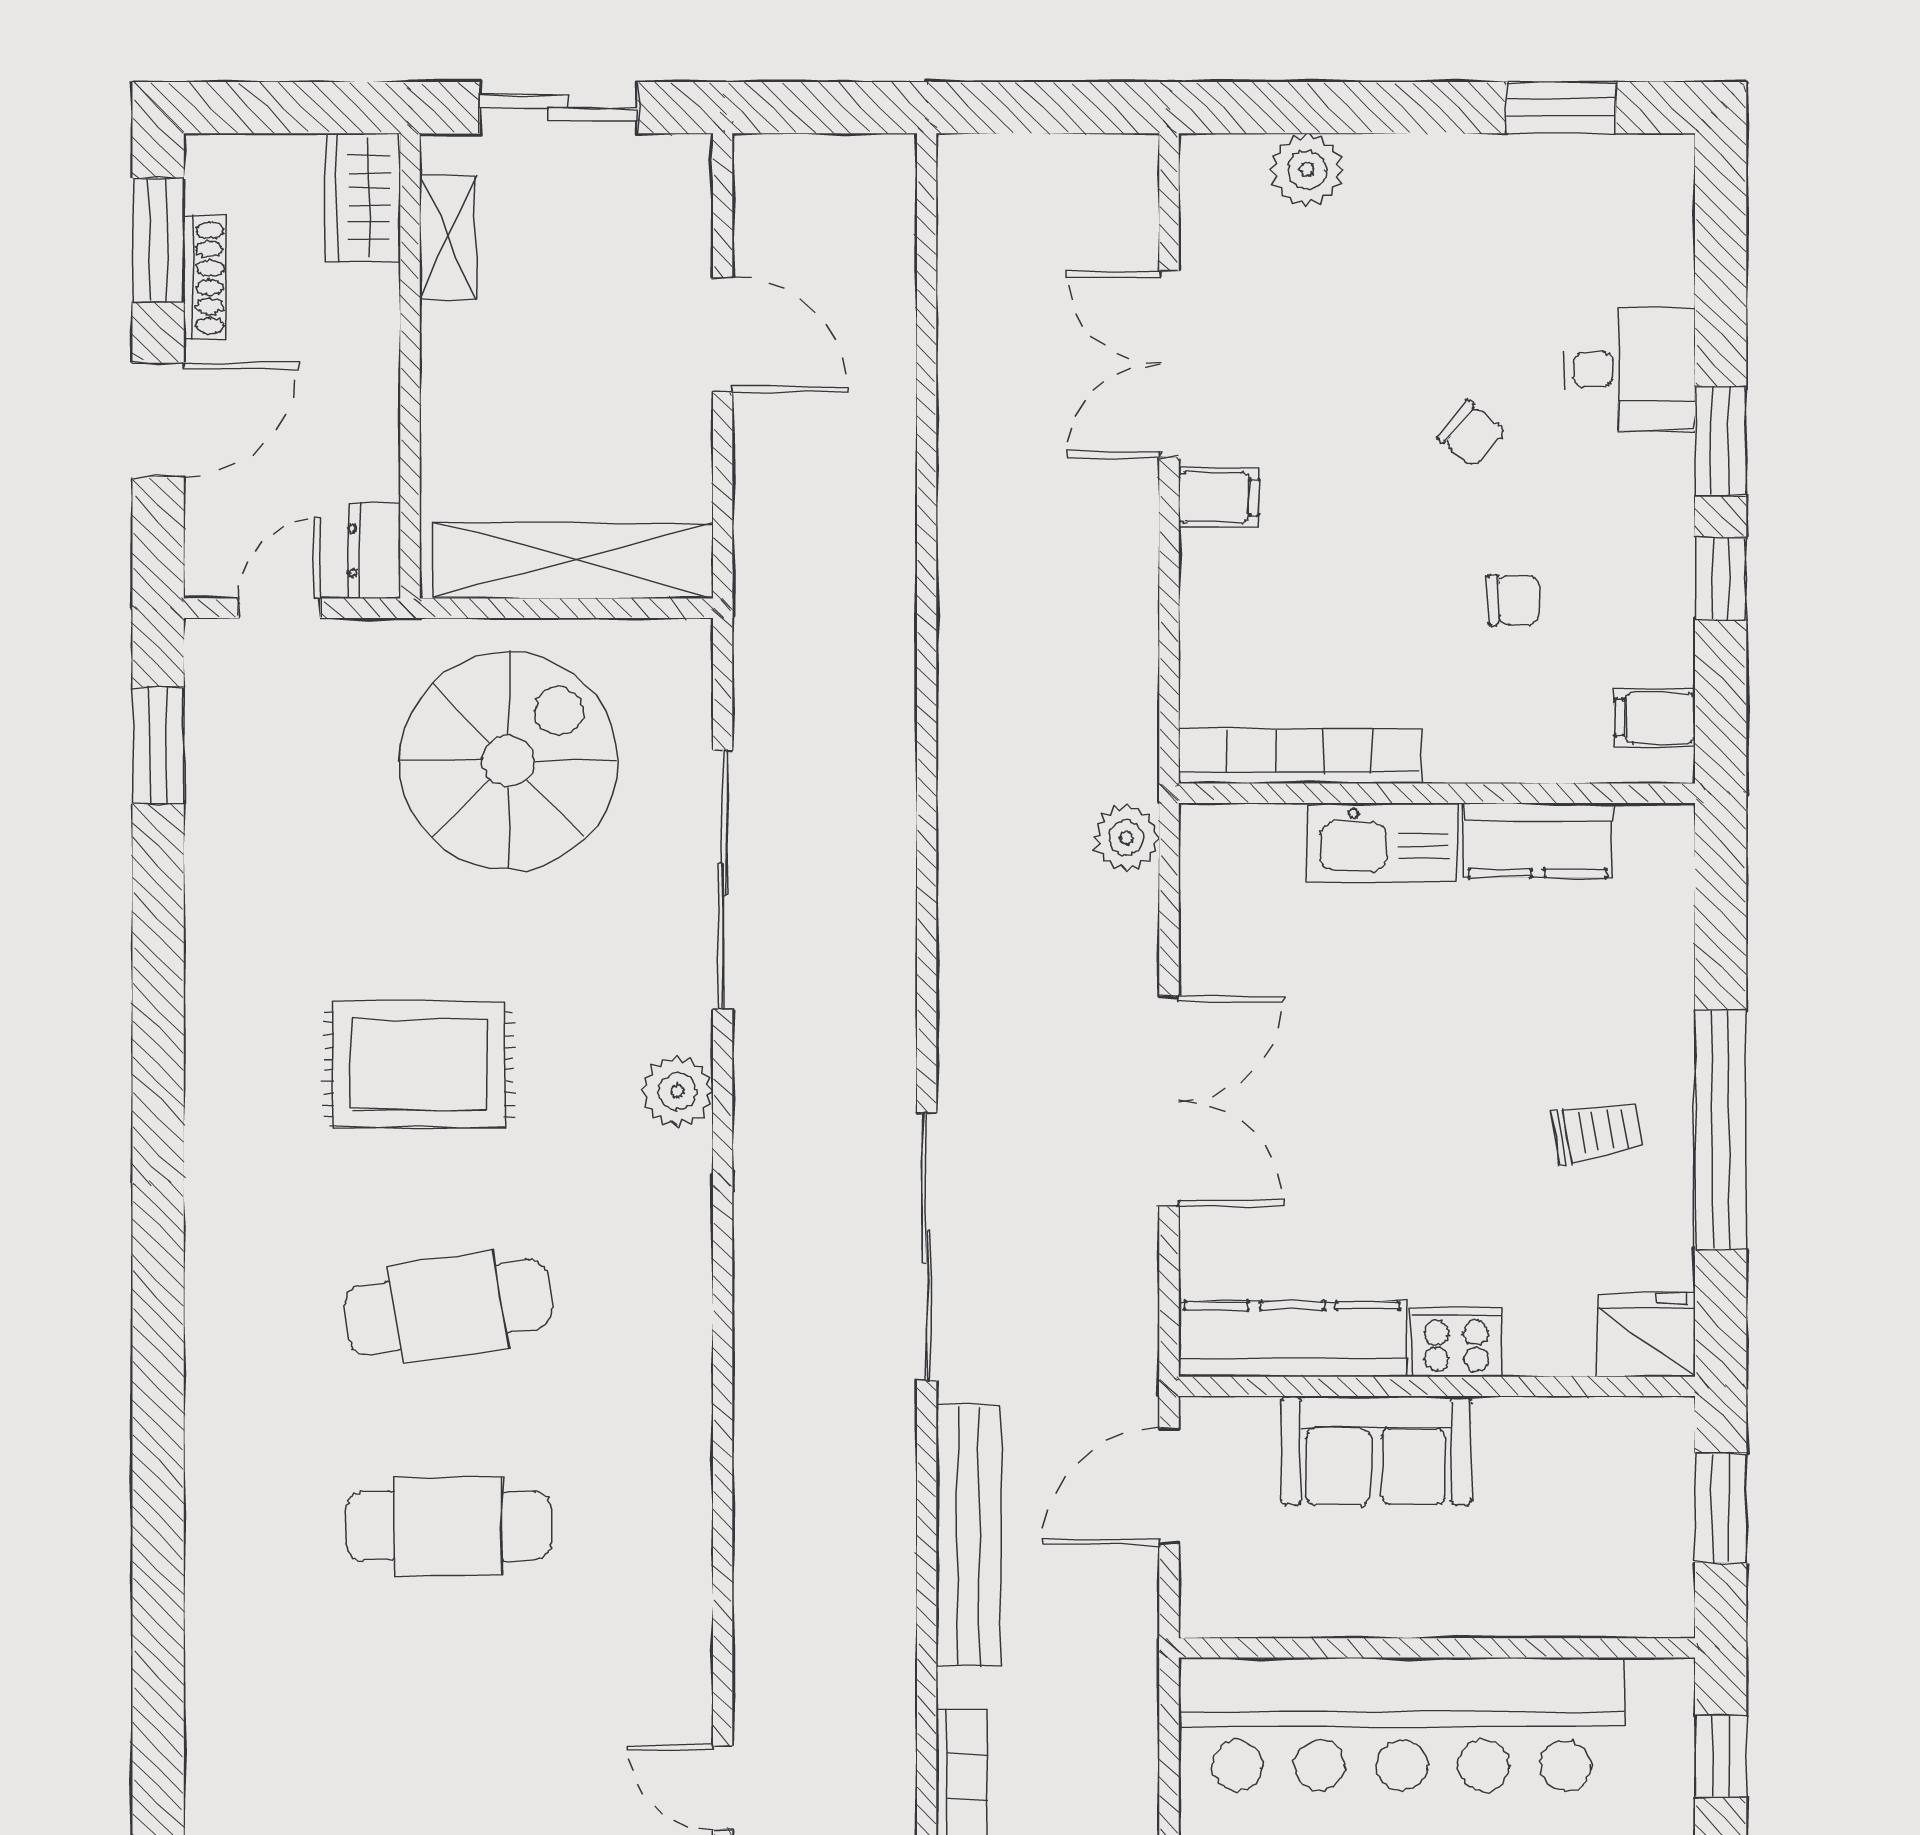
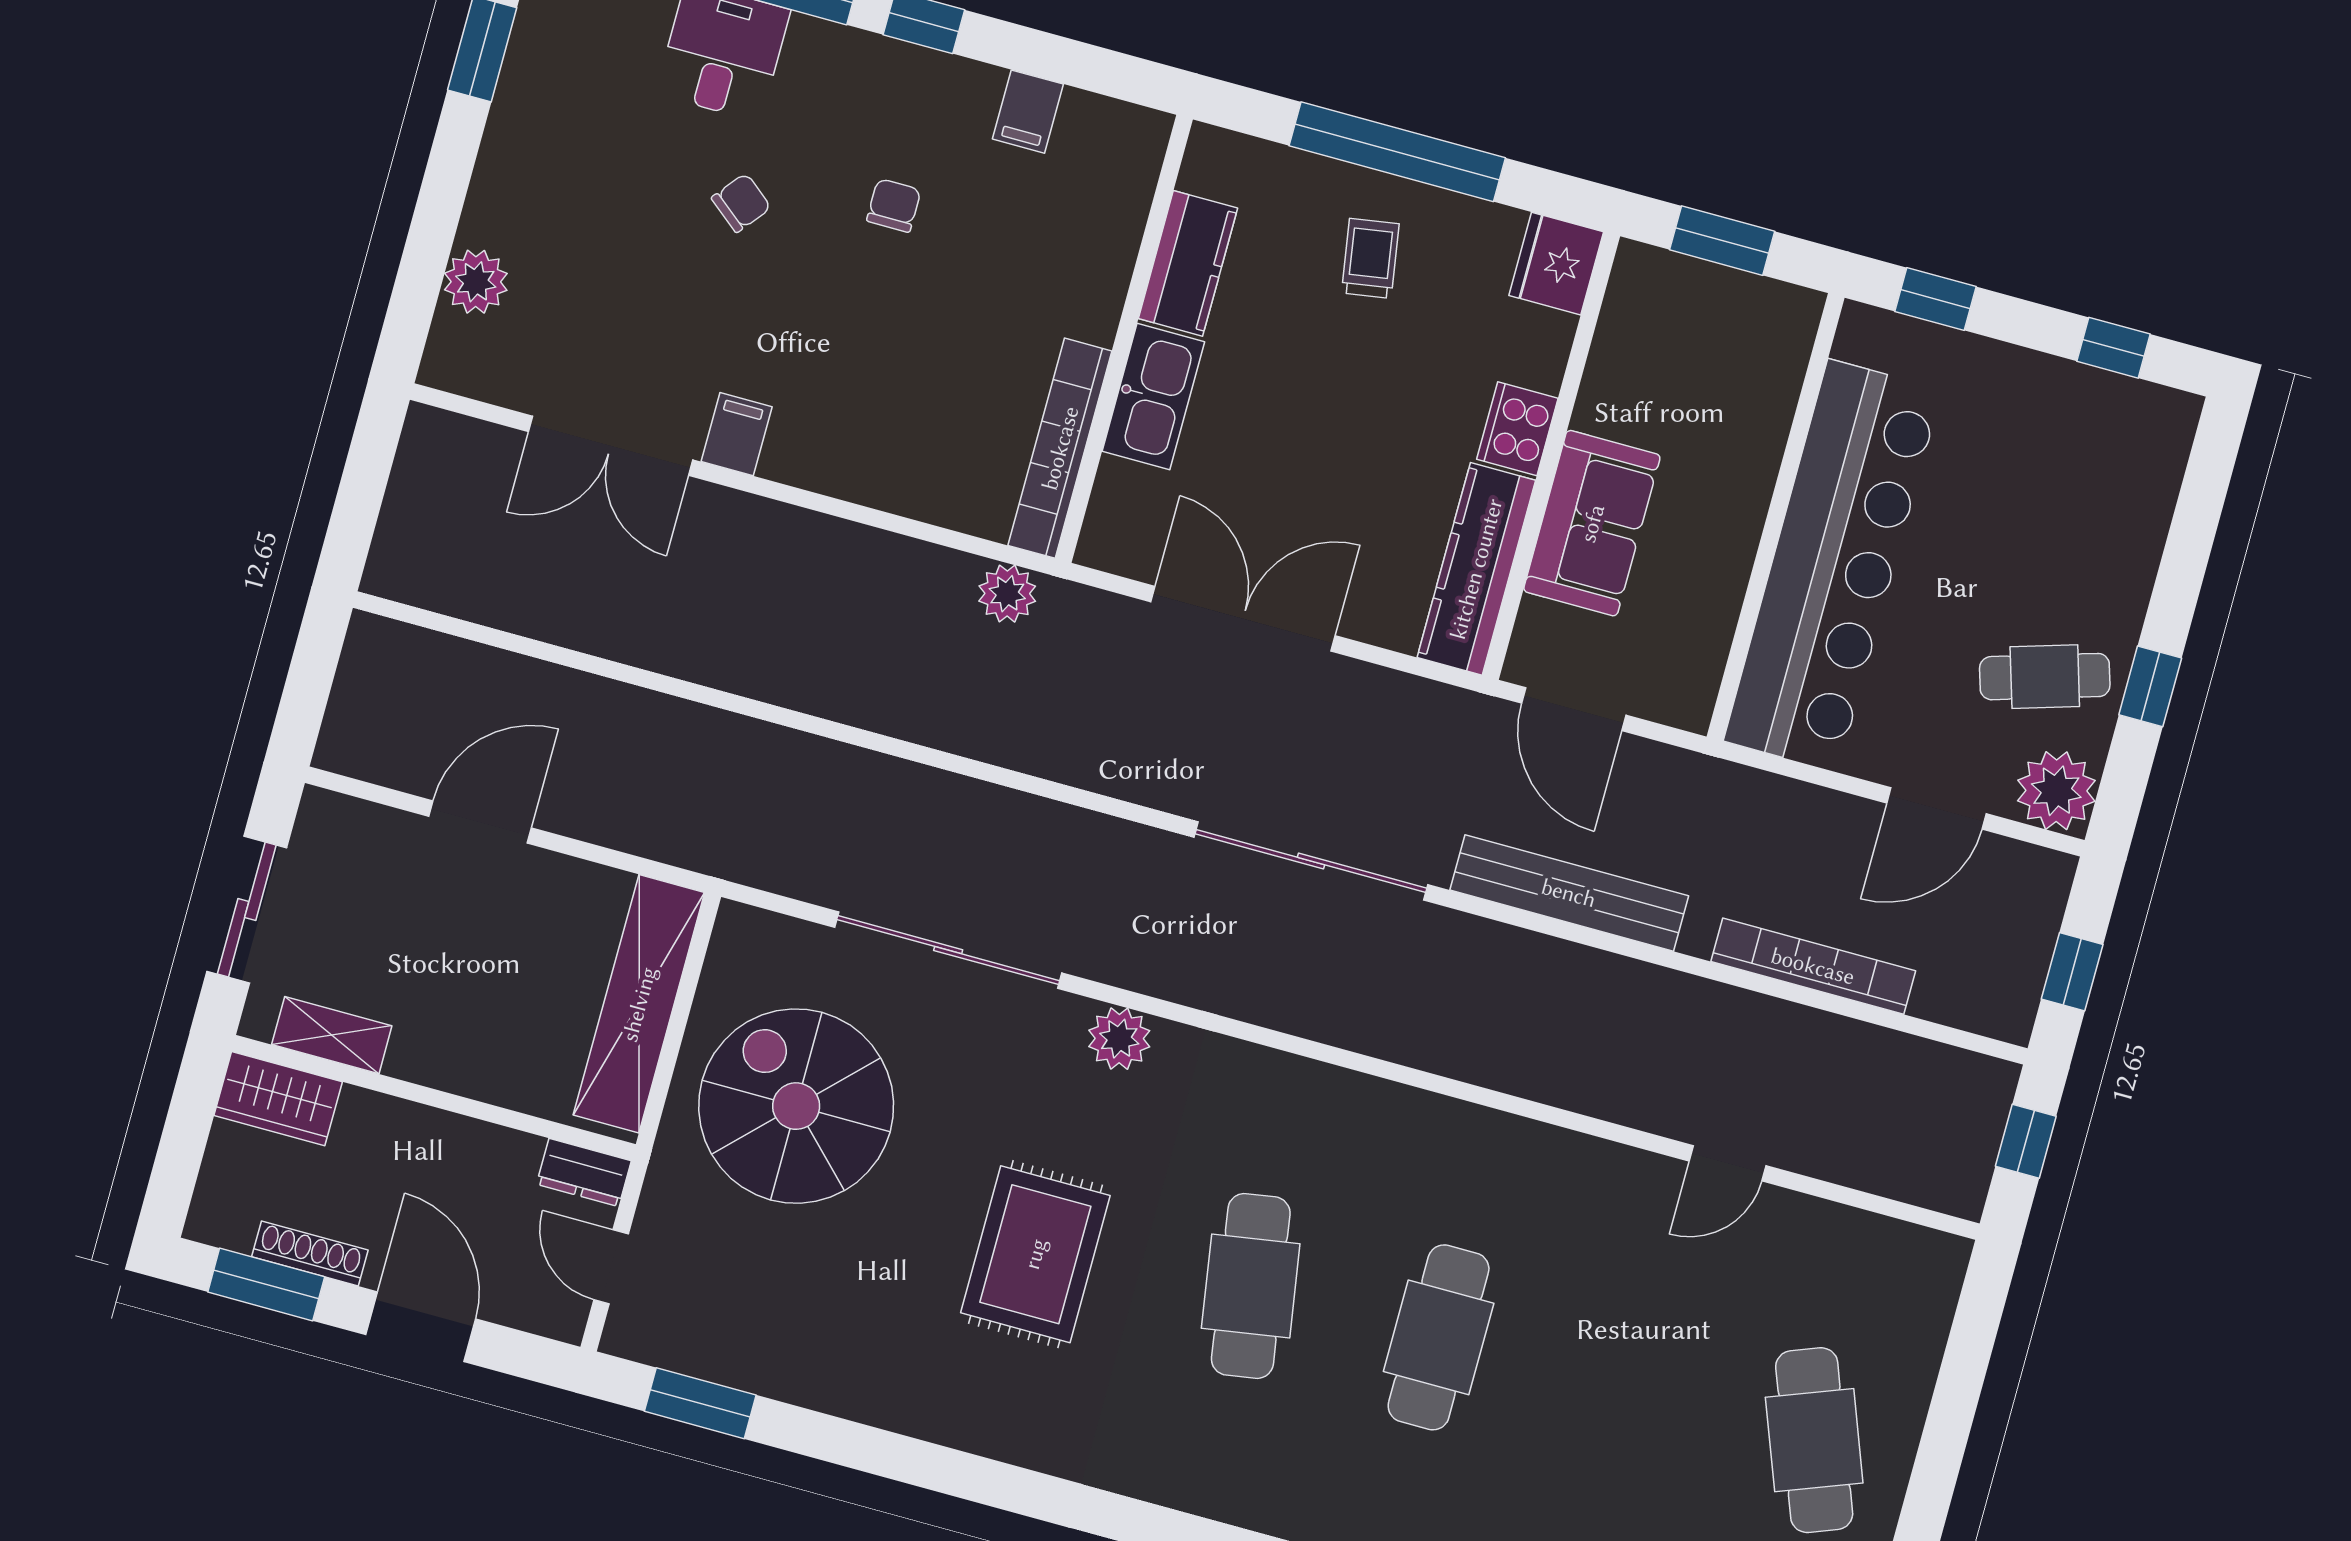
bookcase: (1299, 756) -> (1060, 448), moved
wall: (1437, 793) -> (1124, 339), moved
kitchen counter: (1538, 840) -> (1188, 263), moved
kitchen sink: (1383, 842) -> (1153, 396), moved

